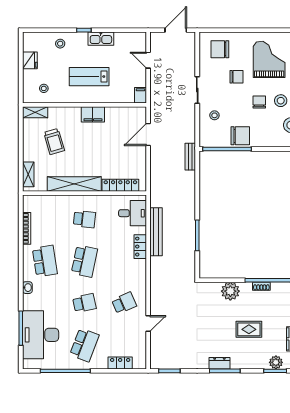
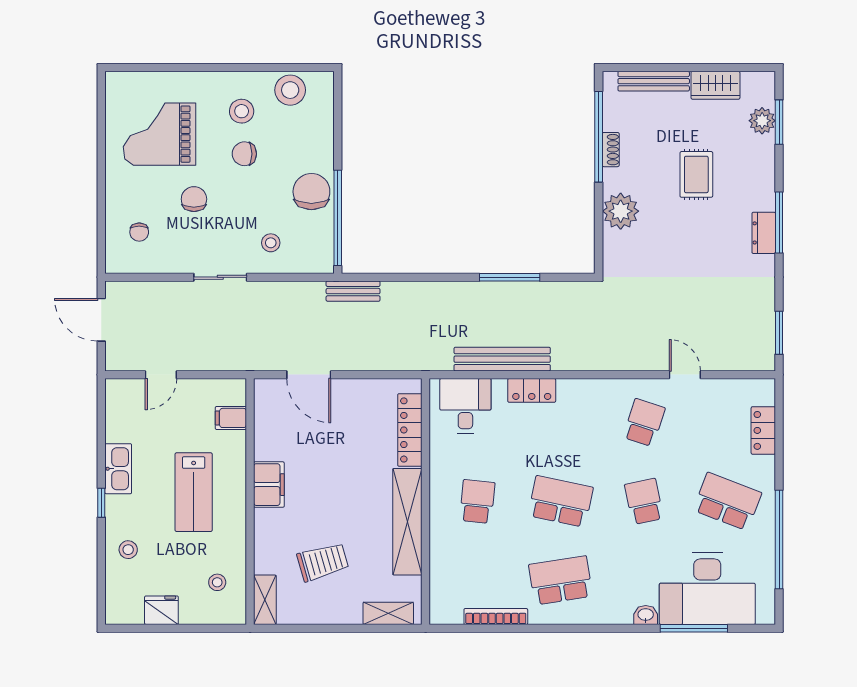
chair: (220, 49) -> (139, 232), width x0.54, depth x0.54
filing cabinet: (140, 95) -> (231, 418), moved
washbasin: (27, 288) -> (646, 615), moved
school desk: (124, 303) -> (644, 423), turned 42

